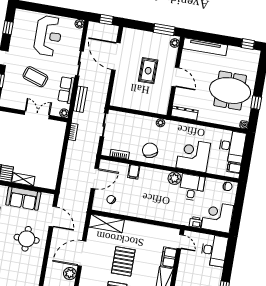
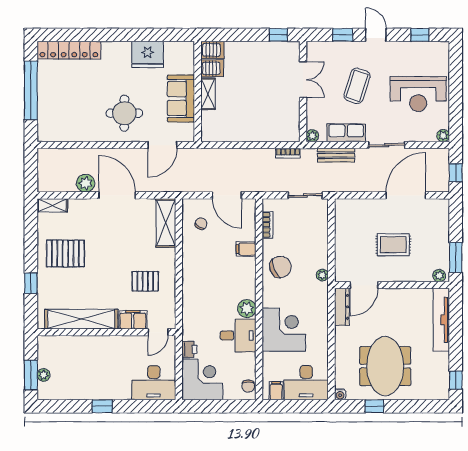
door: (175, 77) -> (364, 285), moved
double door: (37, 115) -> (303, 80), moved
pallet: (123, 261) -> (145, 281), moved, width x0.67, depth x0.71

